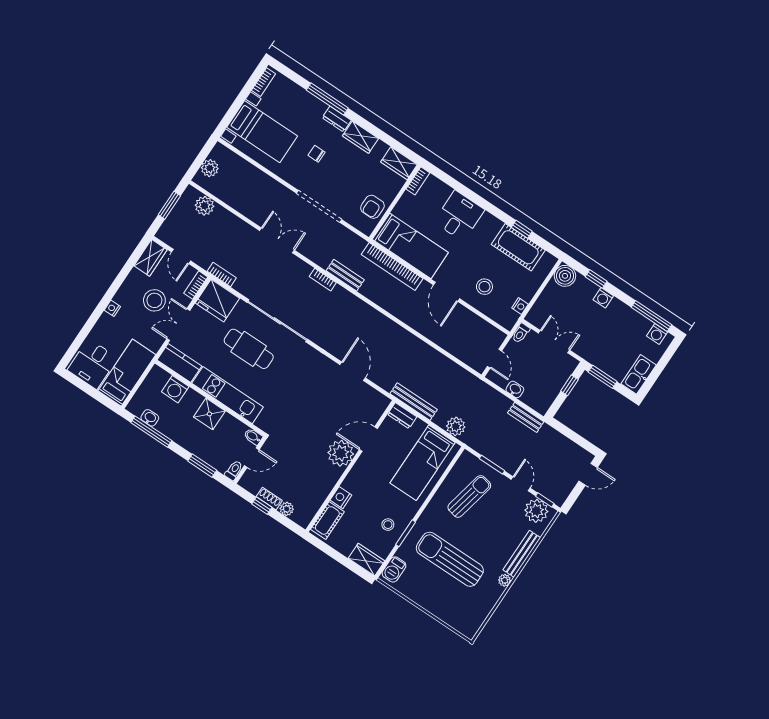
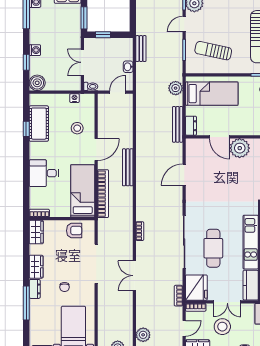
bench: (345, 275) -> (128, 167), moved, width x1.36

